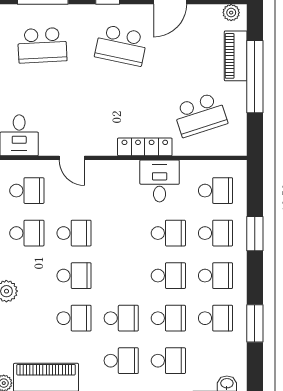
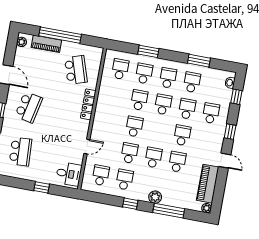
desk: (160, 181) -> (109, 100), removed
school desk: (121, 361) -> (134, 127), moved

